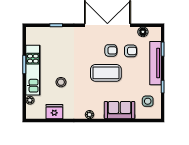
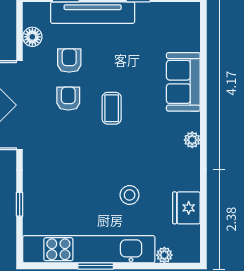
kitchen unit: (33, 70) -> (89, 249), width x1.36
coffee table: (106, 73) -> (112, 108), width x0.54, depth x0.58
side table: (148, 101) -> (166, 27), removed

